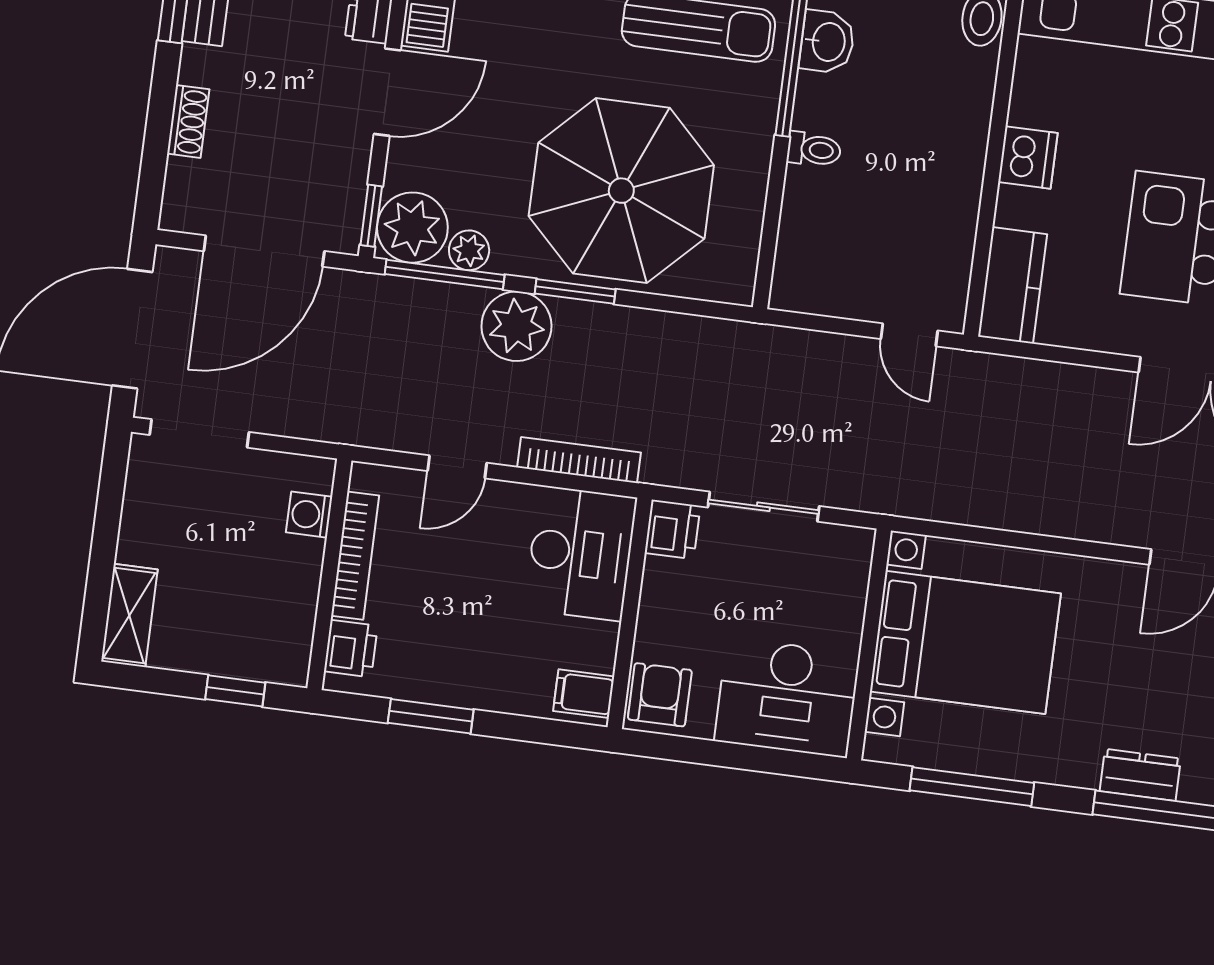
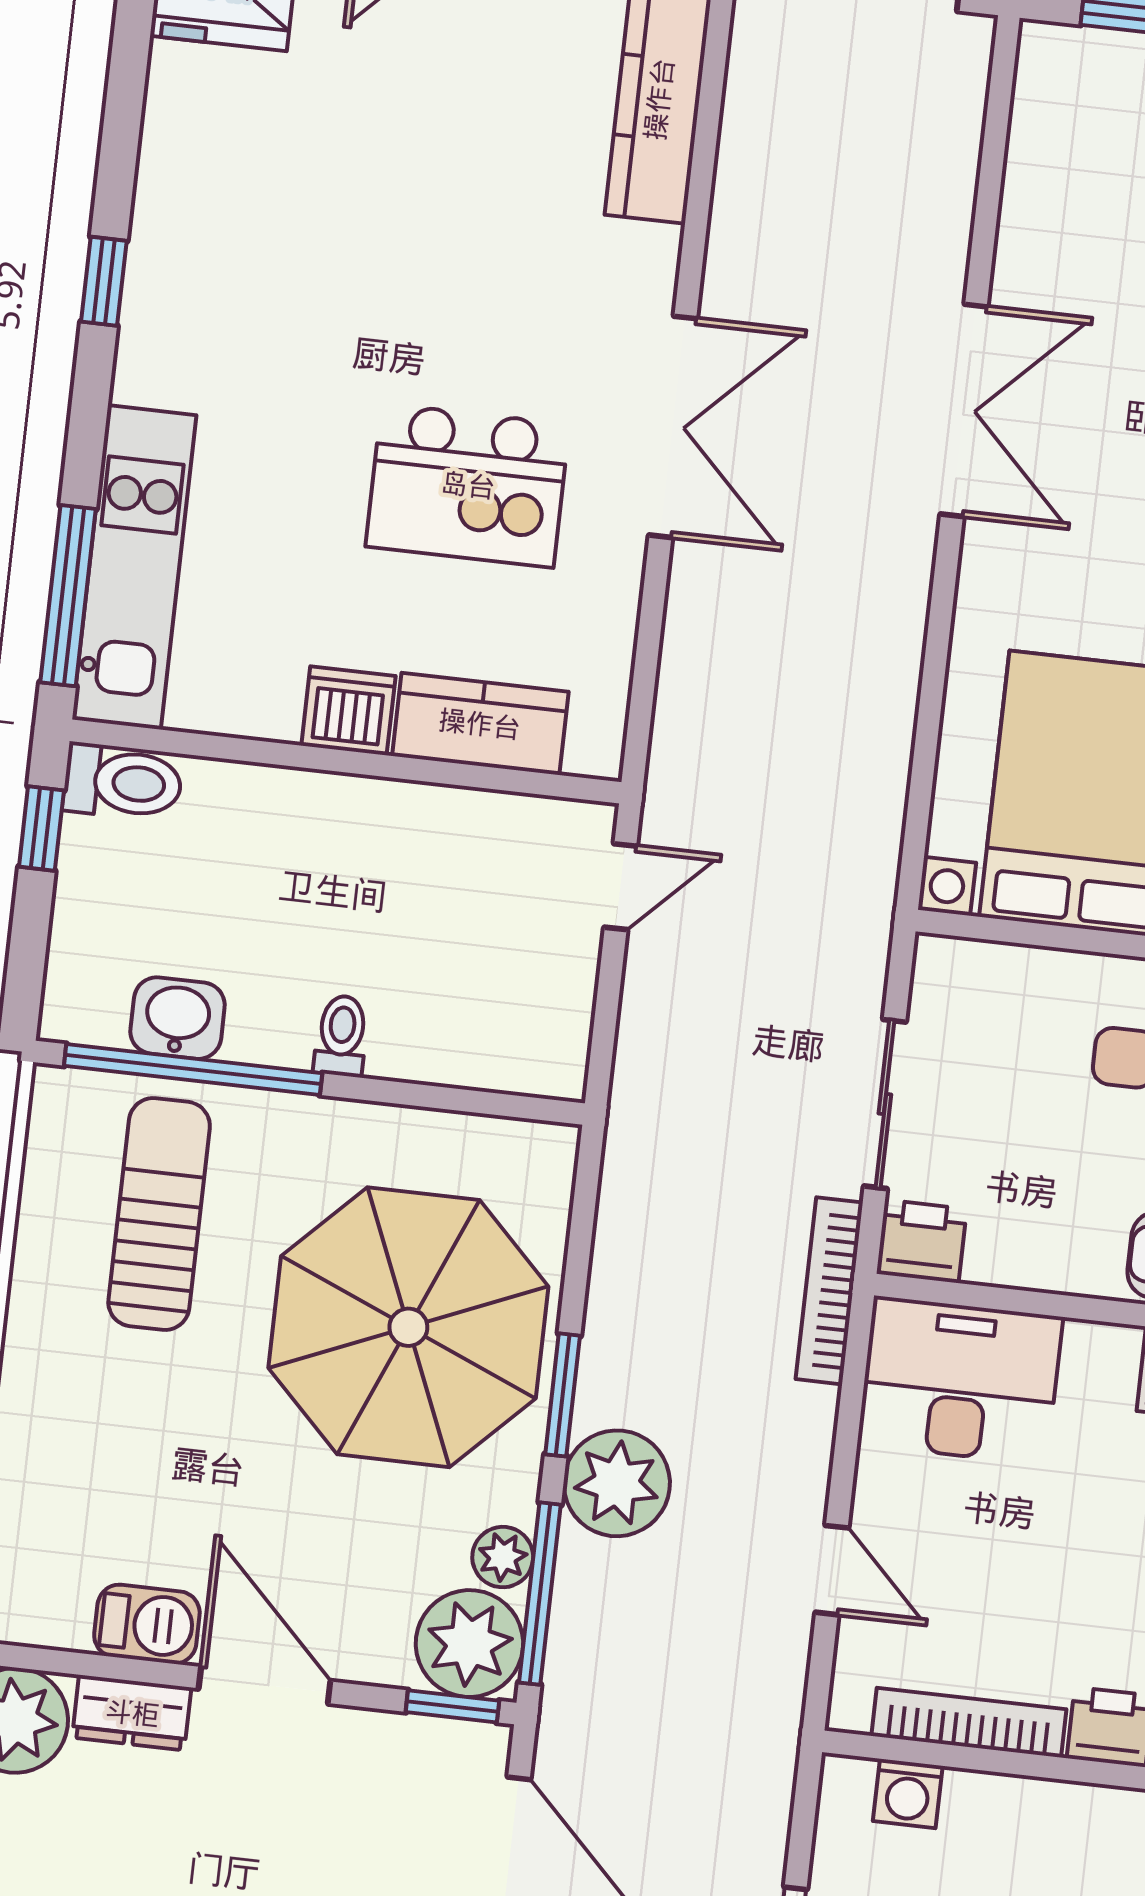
kitchen counter: (1013, 285) -> (480, 724), moved
bookcase: (579, 460) -> (829, 1291), moved

